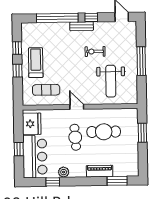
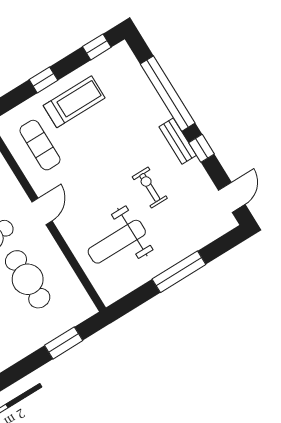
window: (17, 48) -> (97, 47), moved

